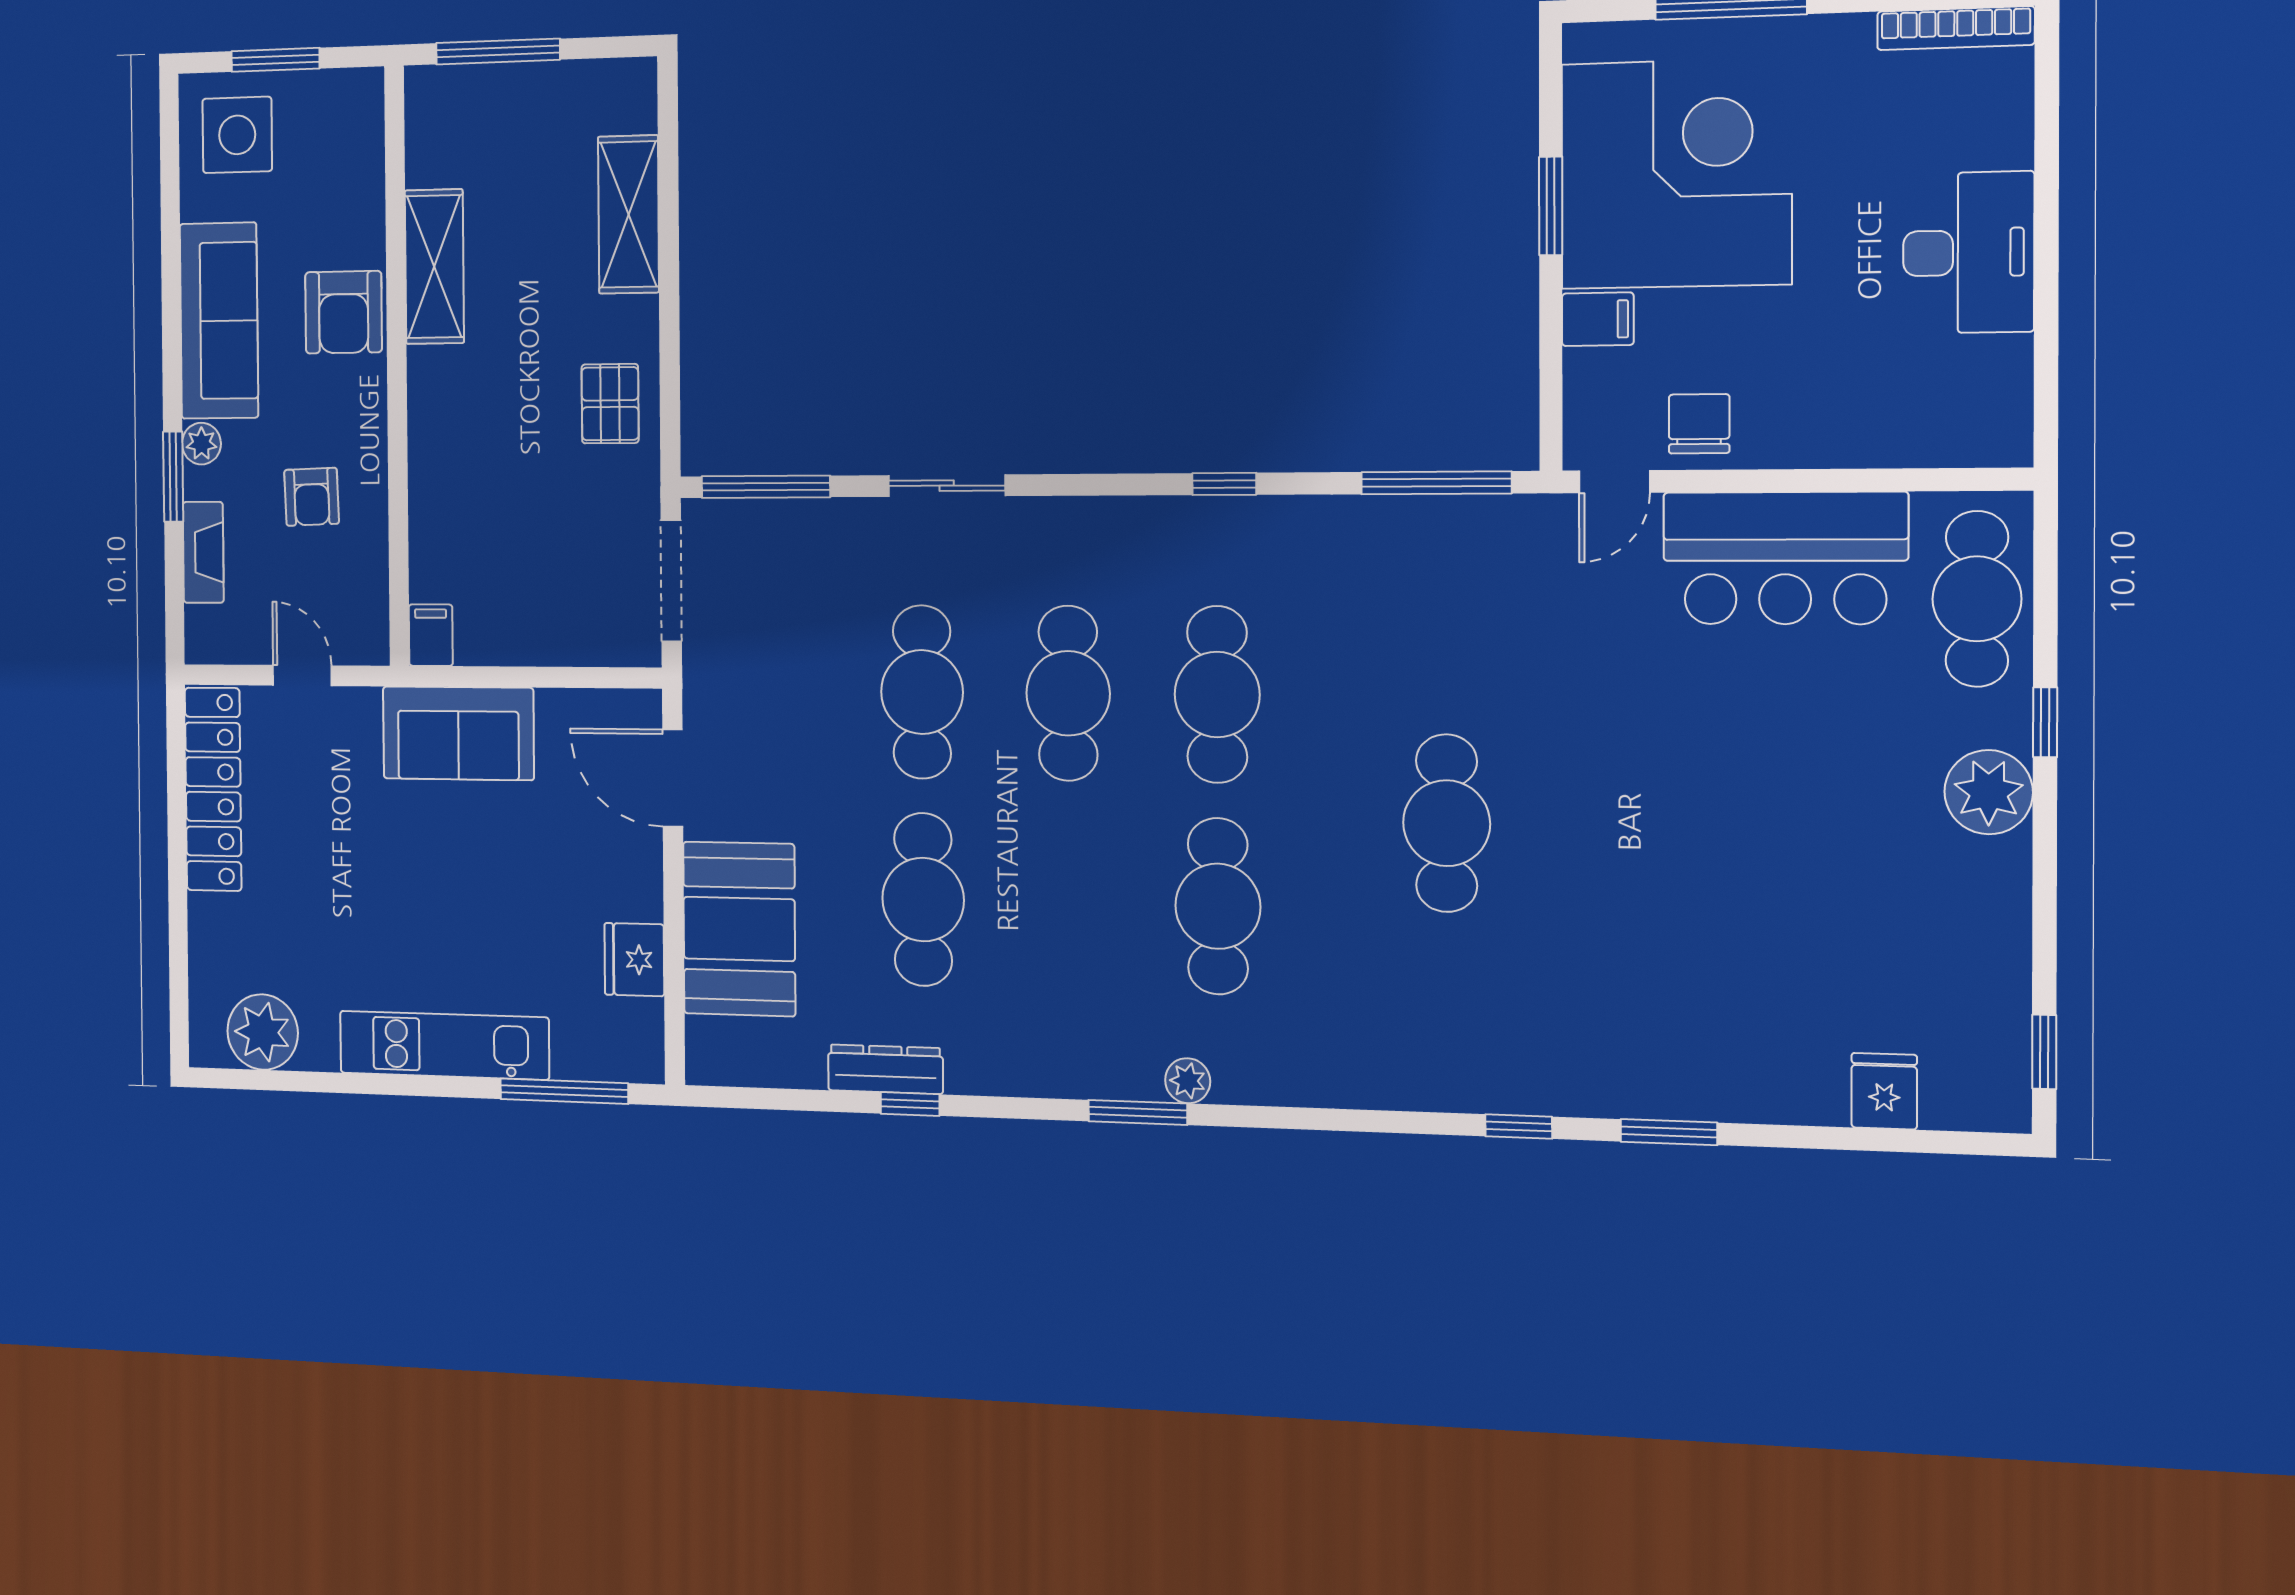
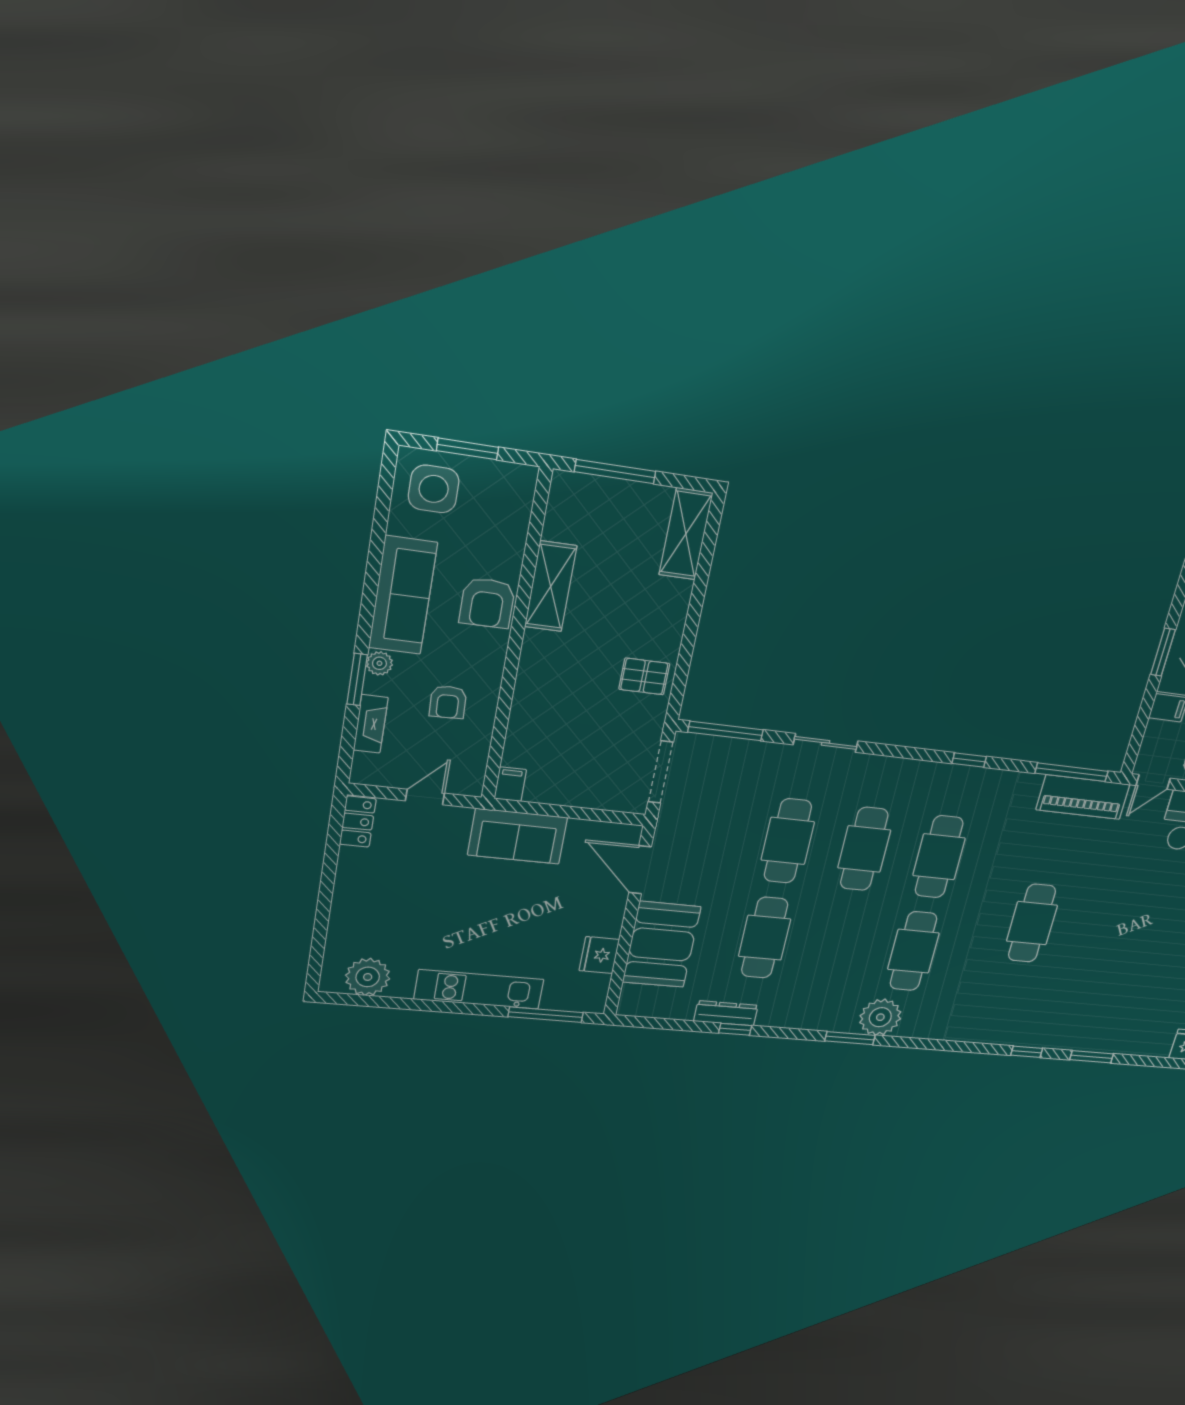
shelving: (629, 214) -> (686, 534), moved
pallet: (610, 404) -> (644, 676), turned 90
piano: (1475, 533) -> (1083, 797), added
door: (302, 675) -> (425, 797), hinge flipped
locker: (213, 789) -> (358, 822), width x0.46, depth x0.83
plant: (1188, 1081) -> (880, 1017), width x1.88, depth x1.88

